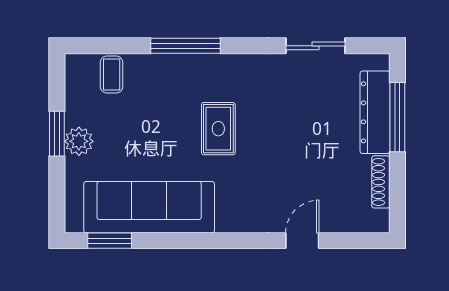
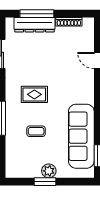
coffee table: (112, 75) -> (36, 131), moved
rug: (218, 129) -> (34, 94), moved

